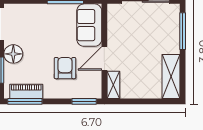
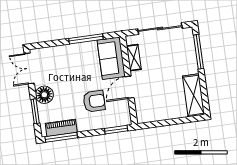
armchair: (65, 68) -> (94, 101), turned 90
shelving: (113, 85) -> (134, 58), moved

